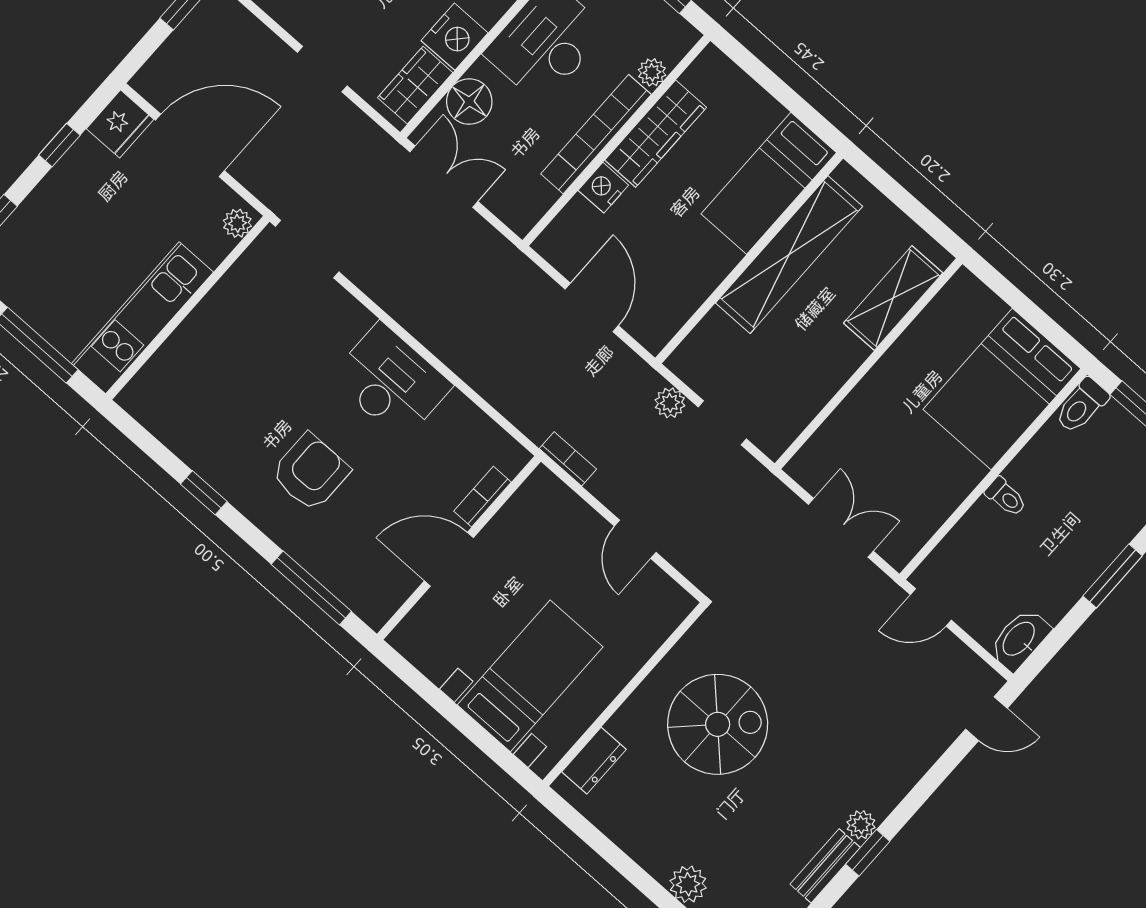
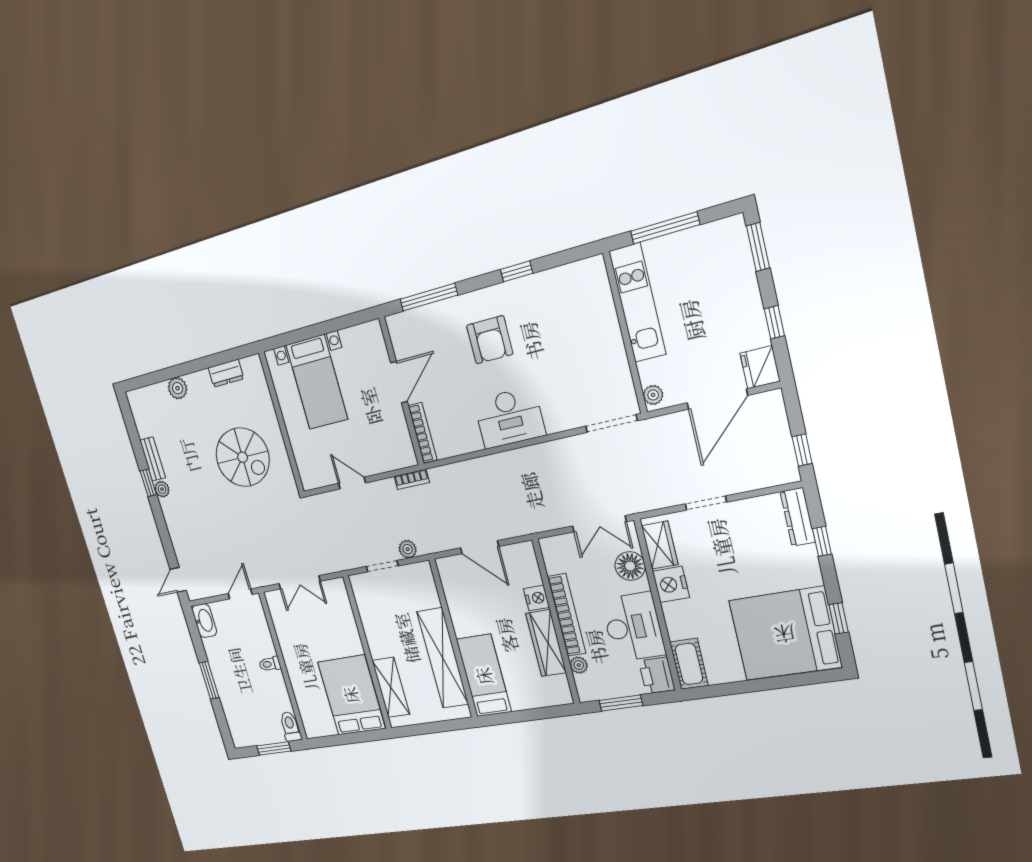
bed: (1002, 389) -> (351, 695), moved
bookcase: (482, 497) -> (423, 433), width x1.56
spiral stairs: (718, 724) -> (243, 457), turned -90
dresser: (594, 761) -> (226, 373), moved, turned -90

